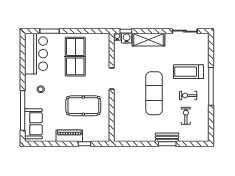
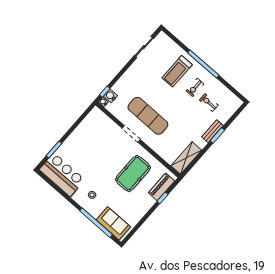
shelving: (148, 40) -> (186, 158), moved
table tennis table: (75, 57) -> (90, 147), removed
exercise mat: (154, 93) -> (148, 116), moved
piano: (69, 136) -> (162, 187), moved

